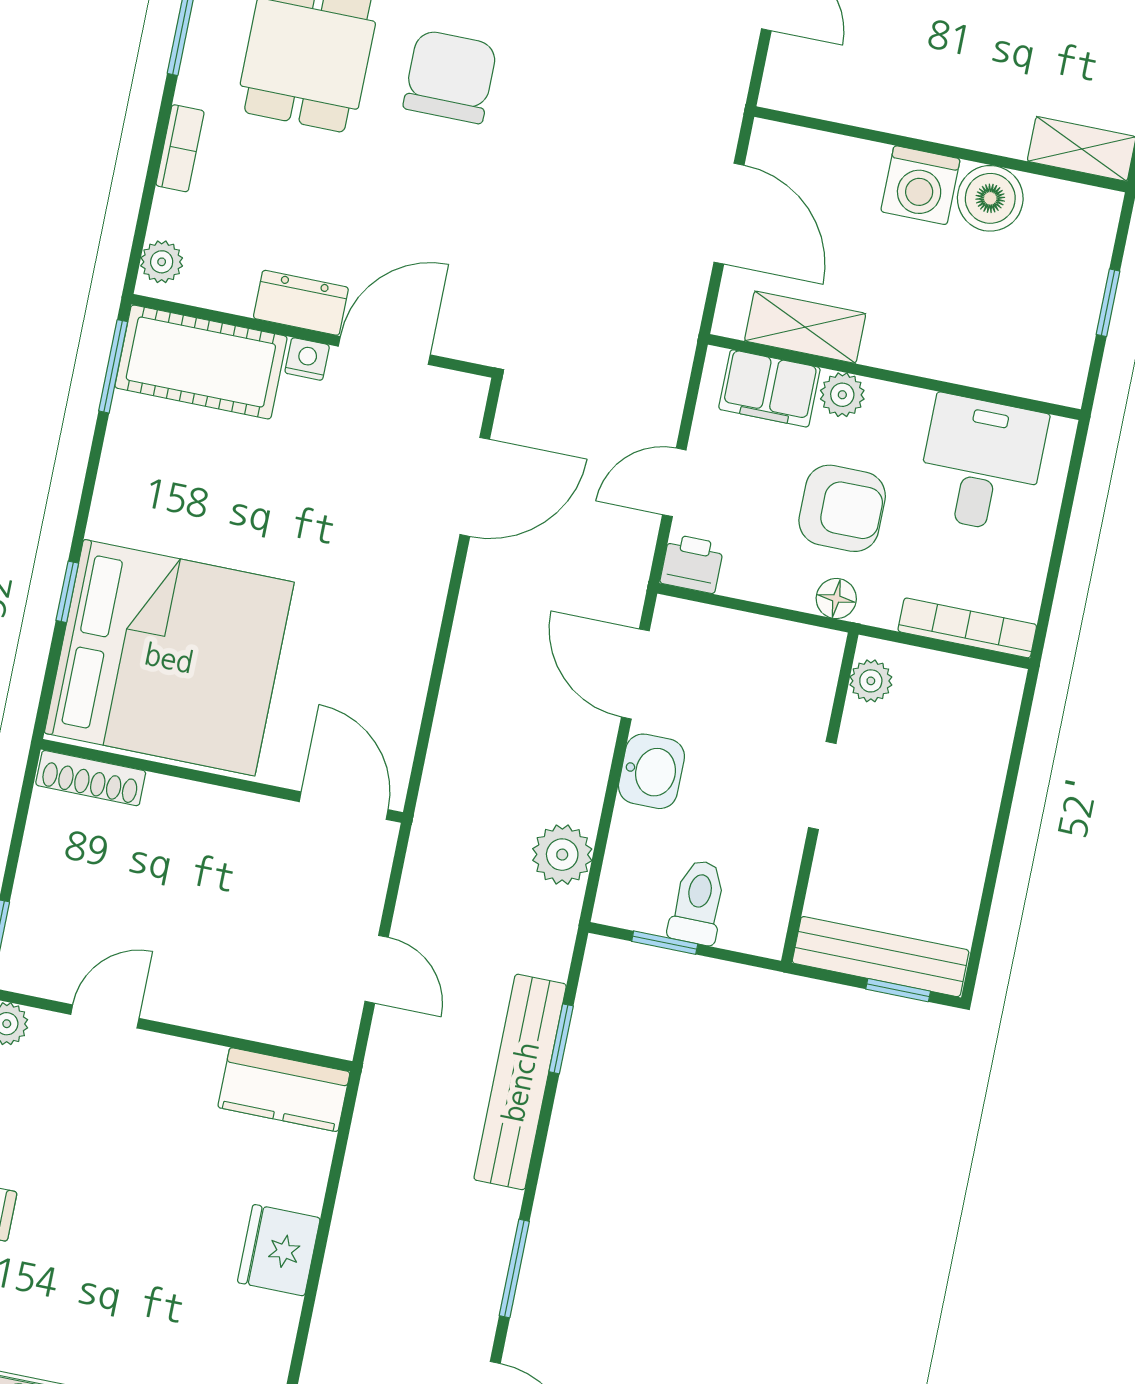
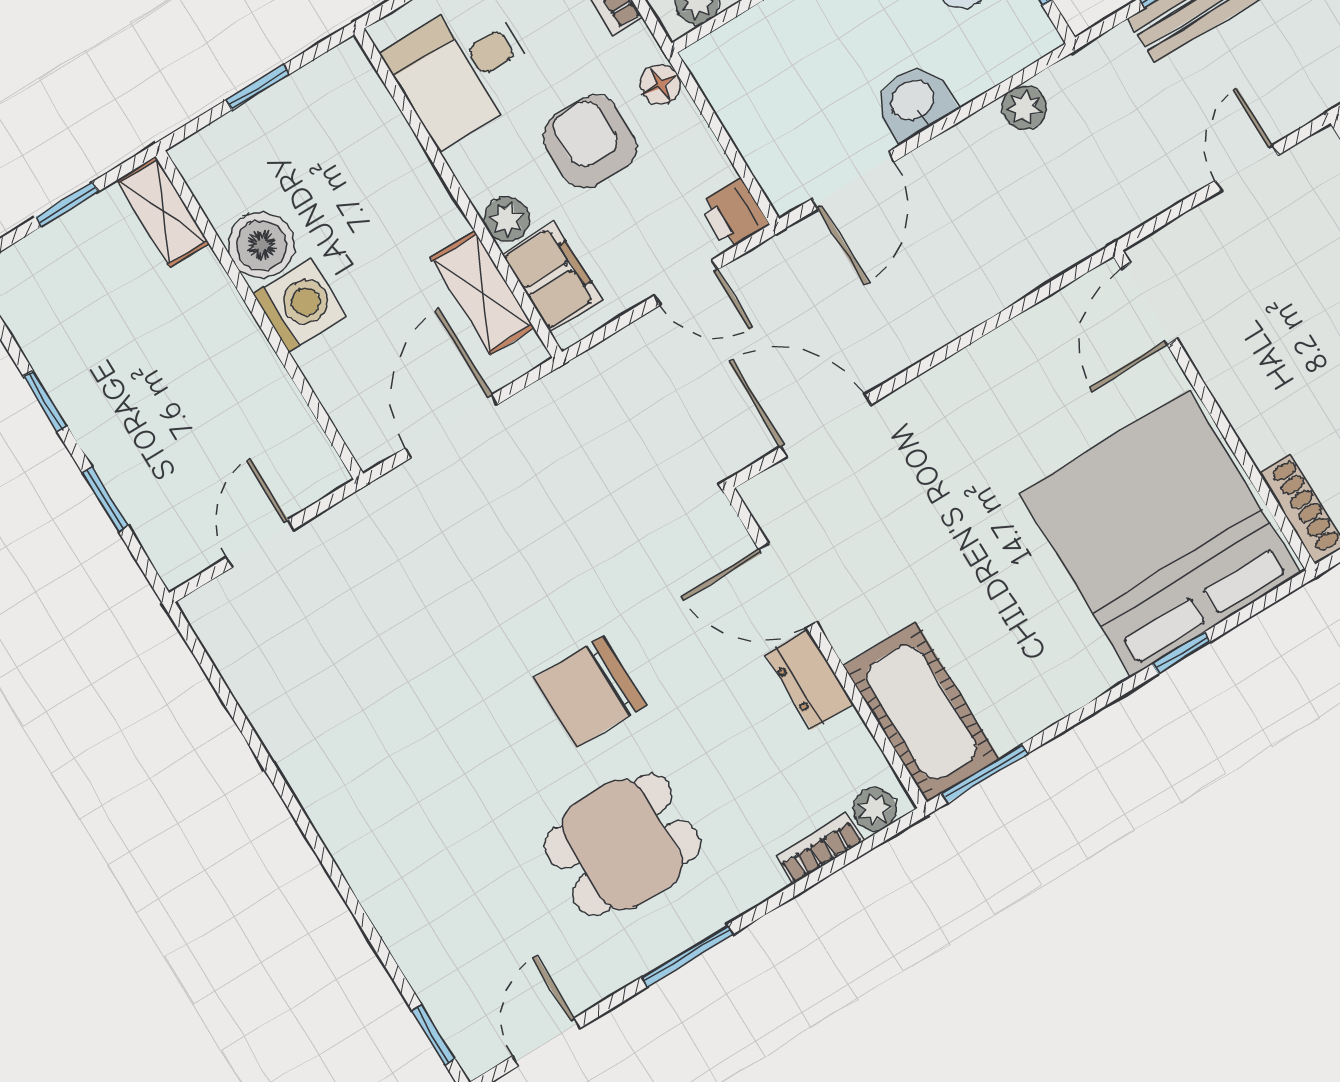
chair: (450, 77) -> (590, 692), moved
bookcase: (180, 148) -> (820, 849), moved
nightstand: (307, 359) -> (847, 636), removed
plant: (562, 855) -> (1024, 108), width x0.73, depth x0.73

